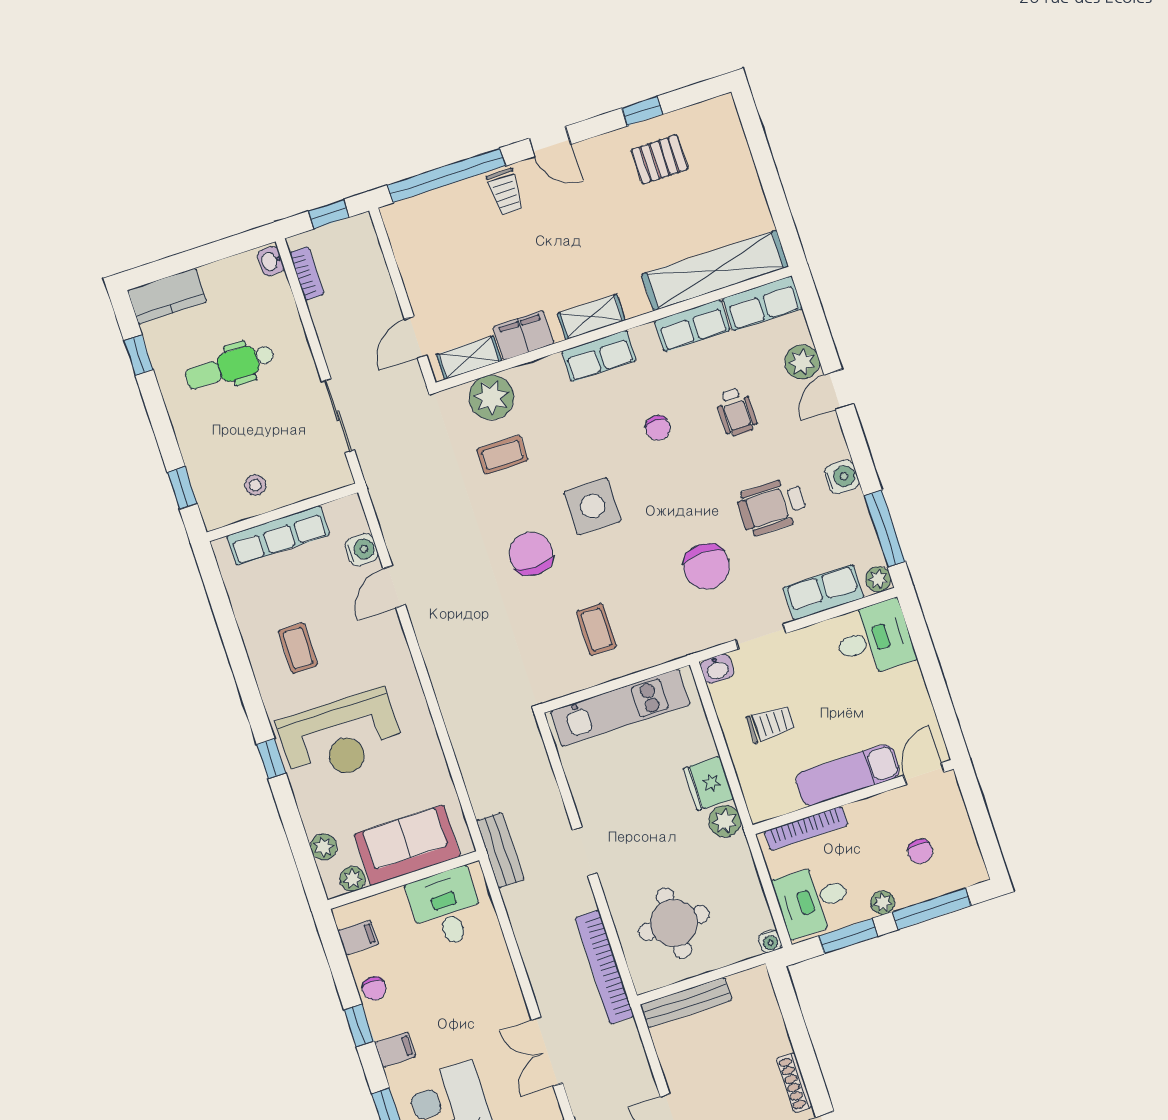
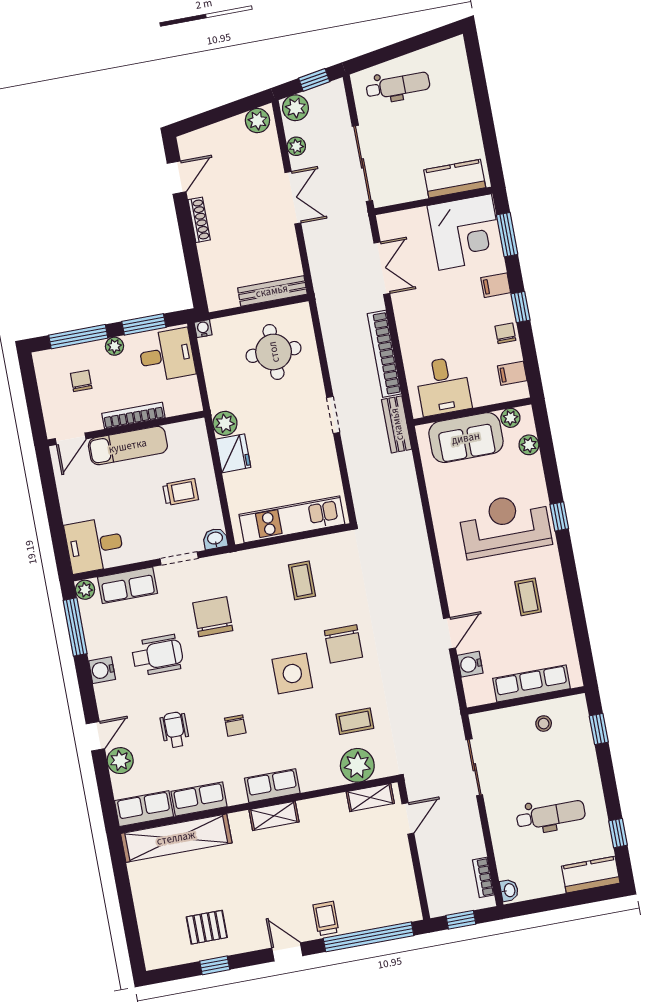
filing cabinet: (523, 335) -> (327, 809), removed
chair: (658, 428) -> (235, 726), turned 180
trolley: (771, 724) -> (180, 492), turned 180
bookcase: (806, 828) -> (133, 416), moved
bookcase: (605, 967) -> (384, 354), moved, turned 180

